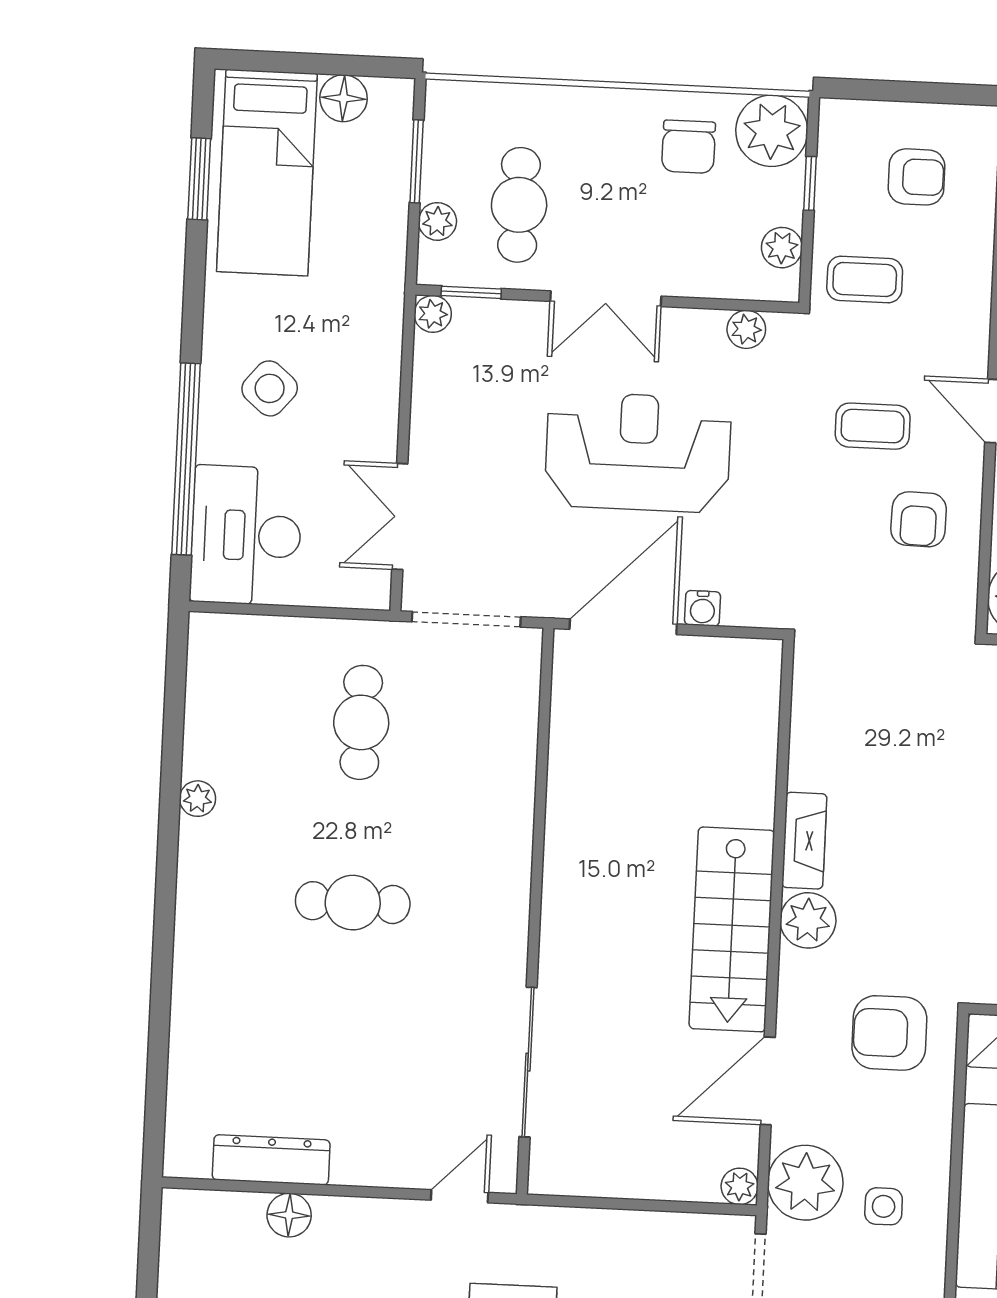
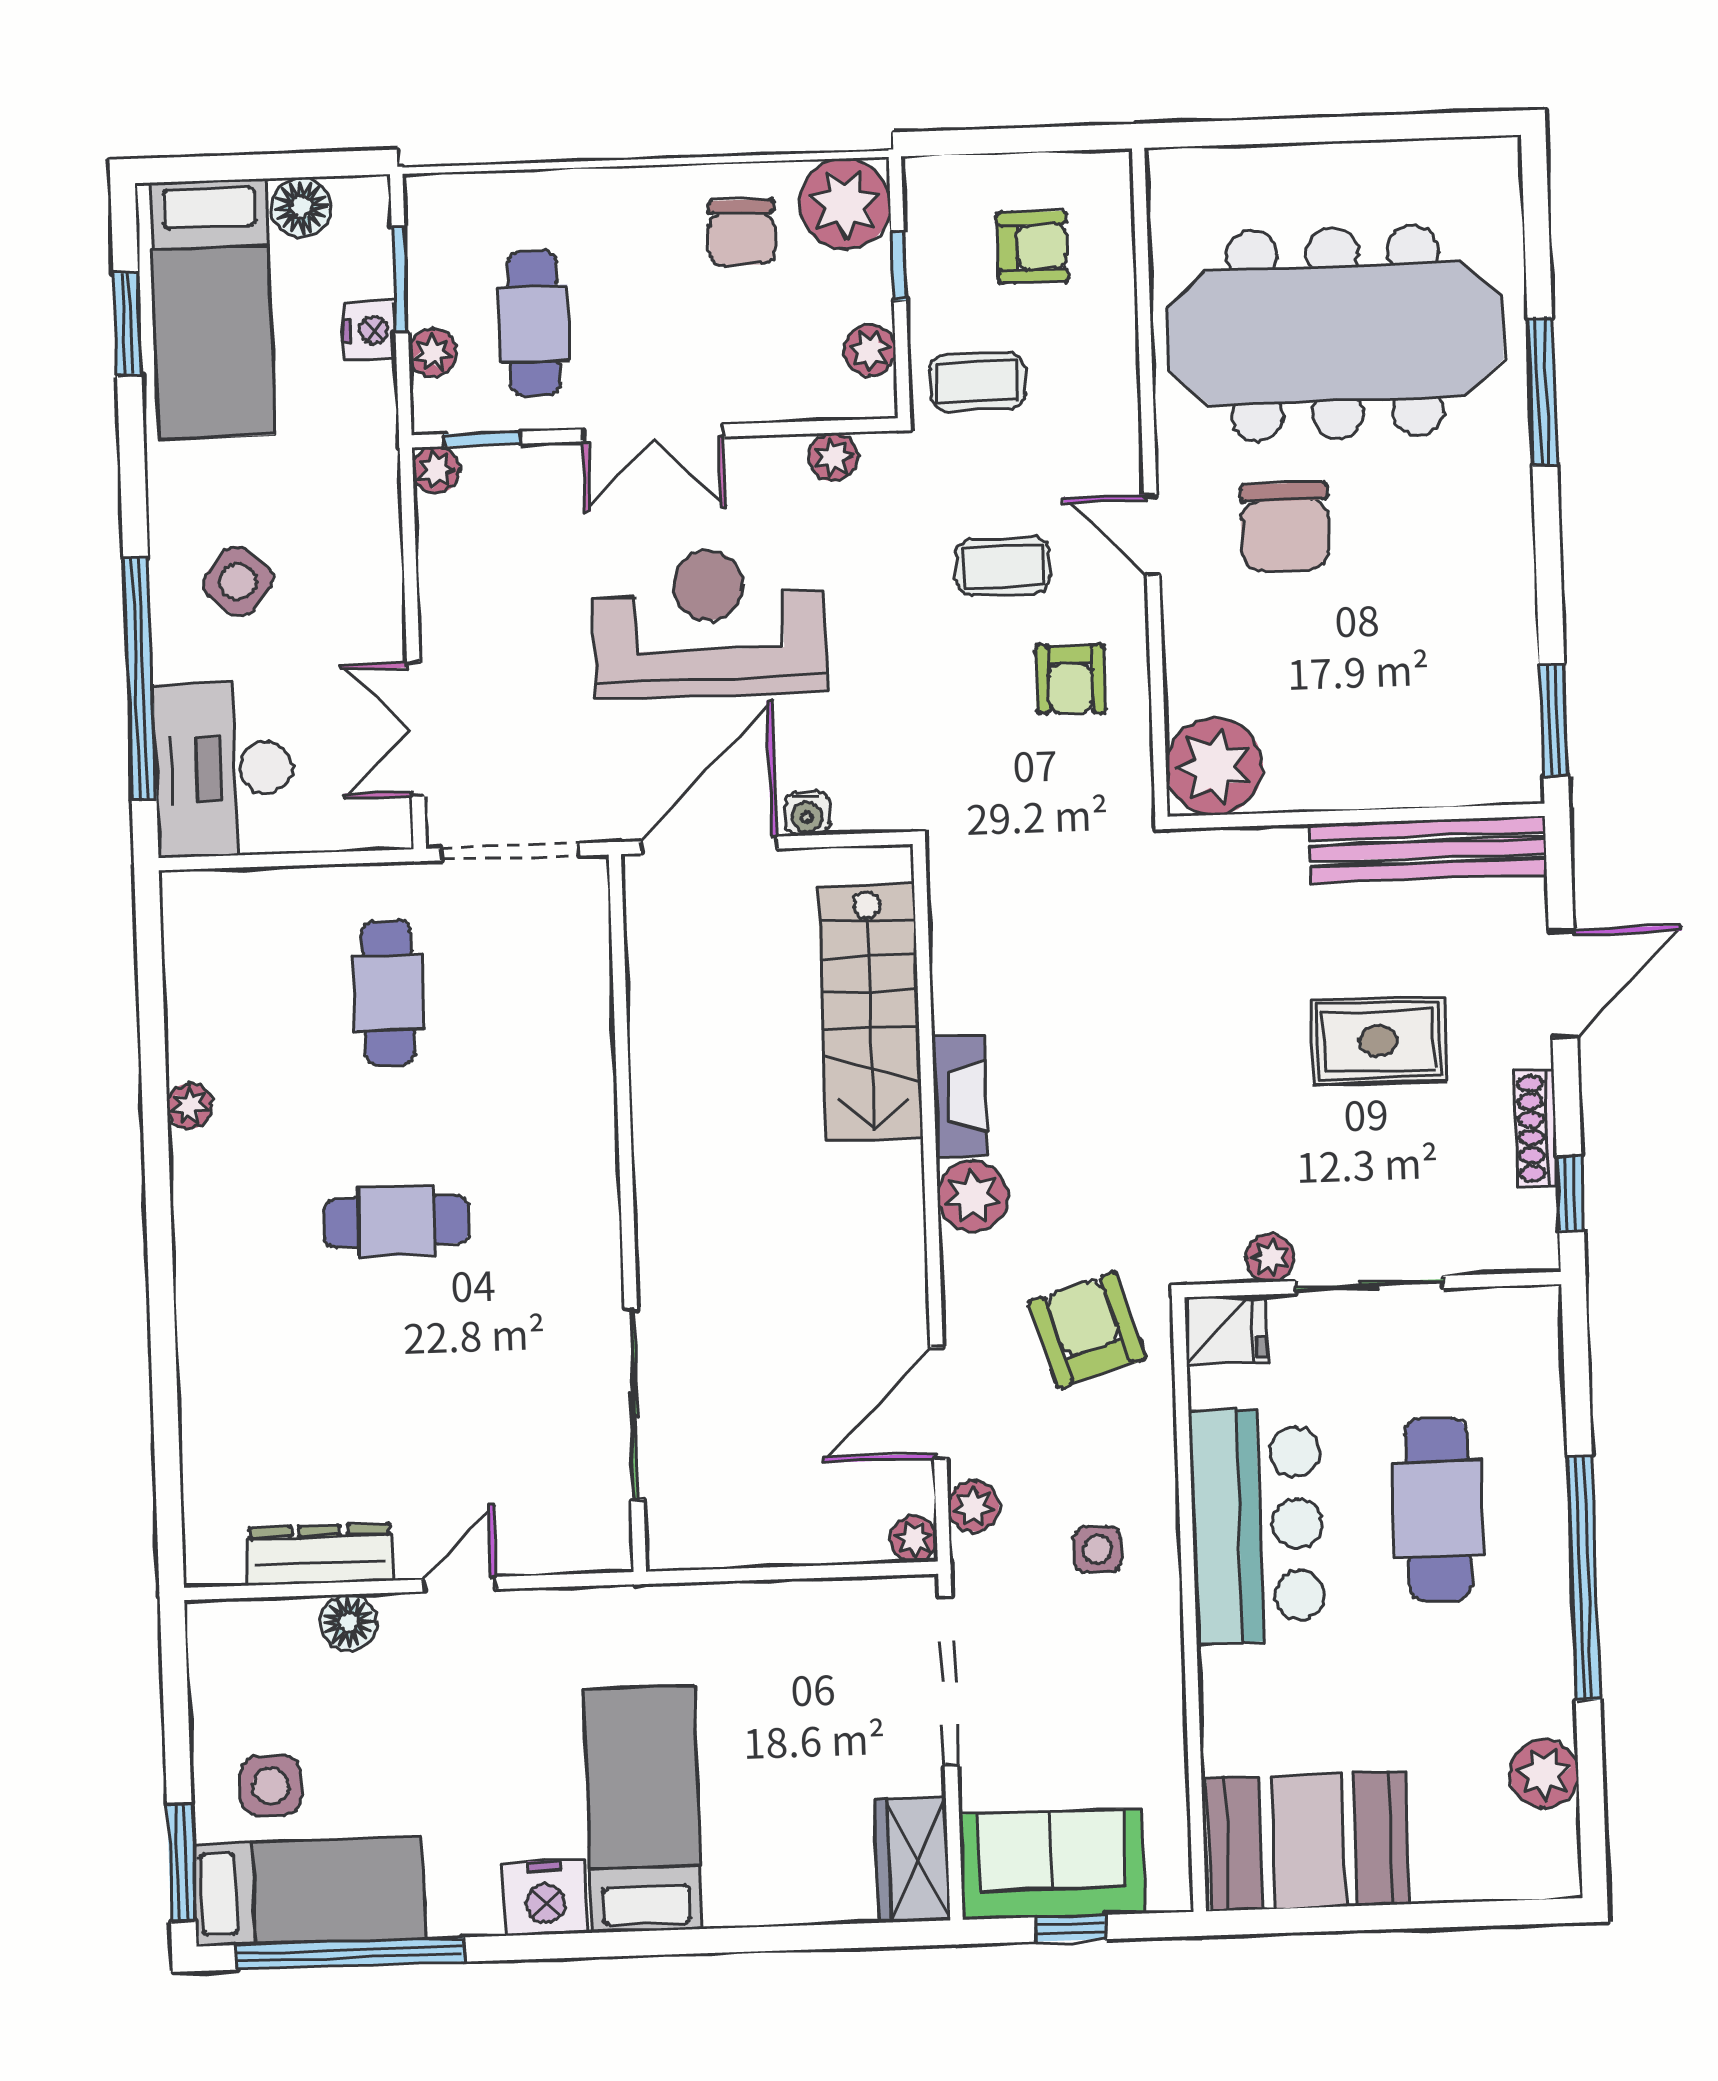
nightstand: (389, 200) -> (369, 330), added
stairs: (732, 929) -> (870, 1012), moved
armchair: (889, 1033) -> (1087, 1330), turned 73
plant: (805, 1183) -> (973, 1506), width x0.53, depth x0.53
door: (460, 1196) -> (459, 1584), moved

